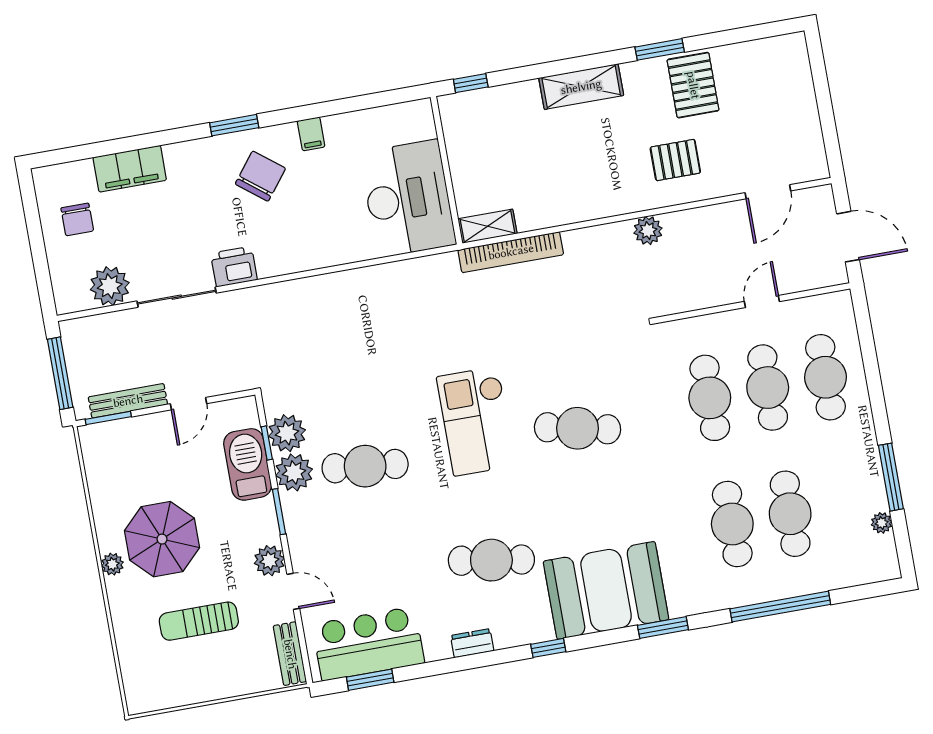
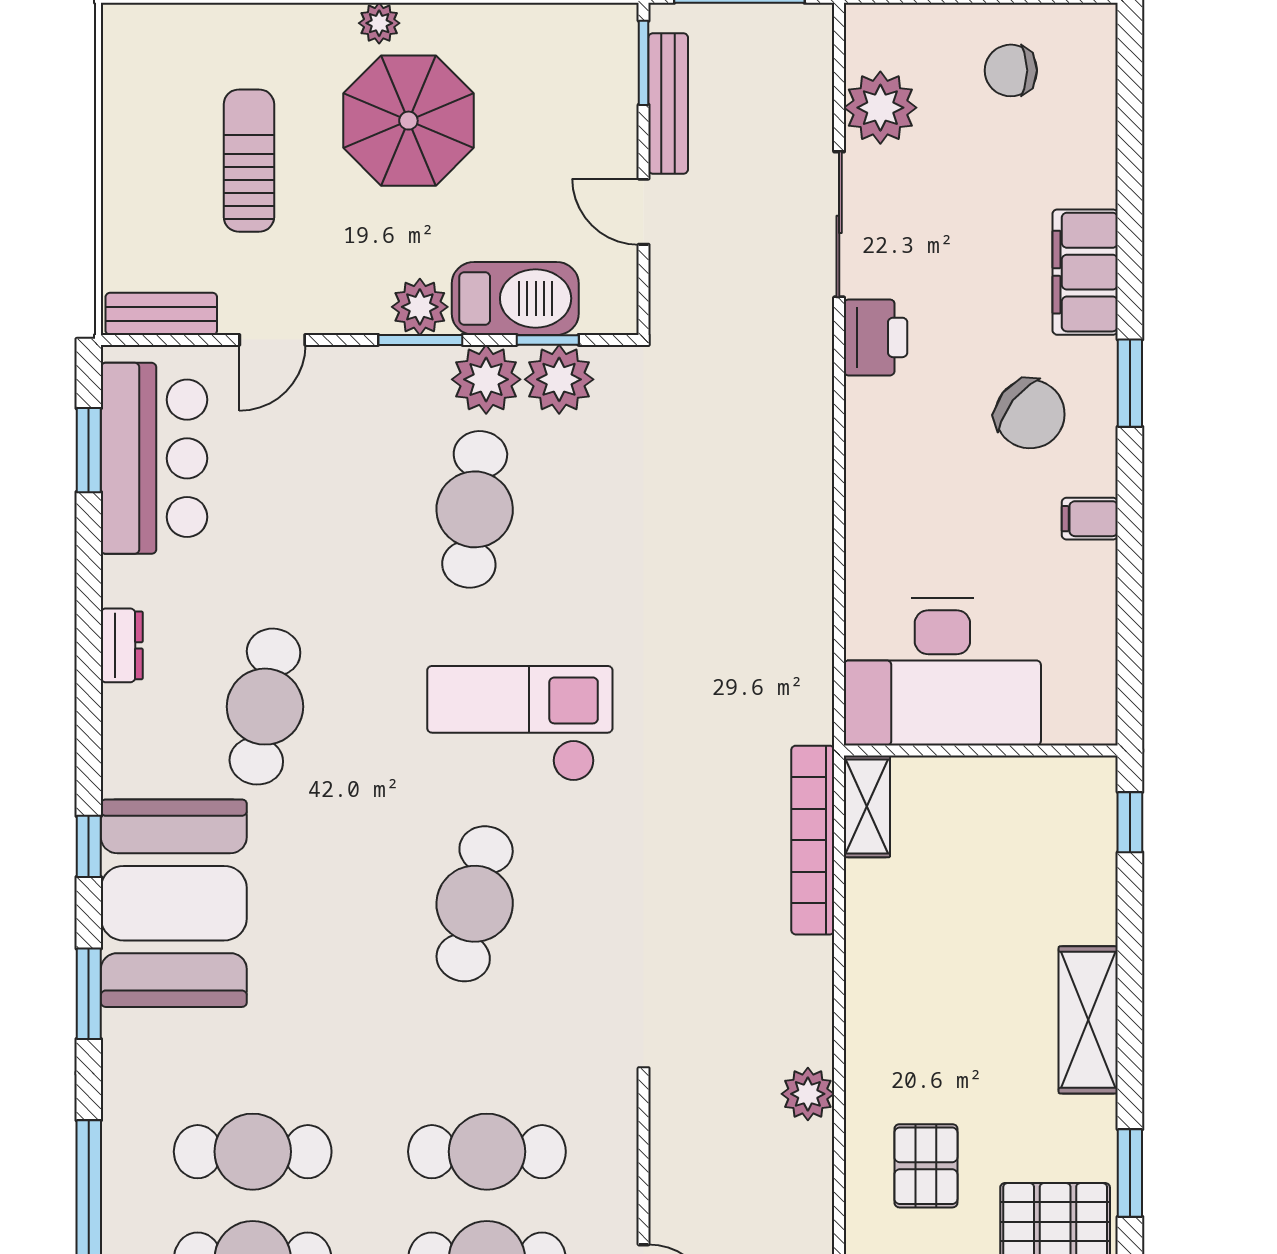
filing cabinet: (130, 169) -> (1085, 272), moved
plant: (269, 561) -> (420, 307), moved
window: (548, 648) -> (89, 846), moved

